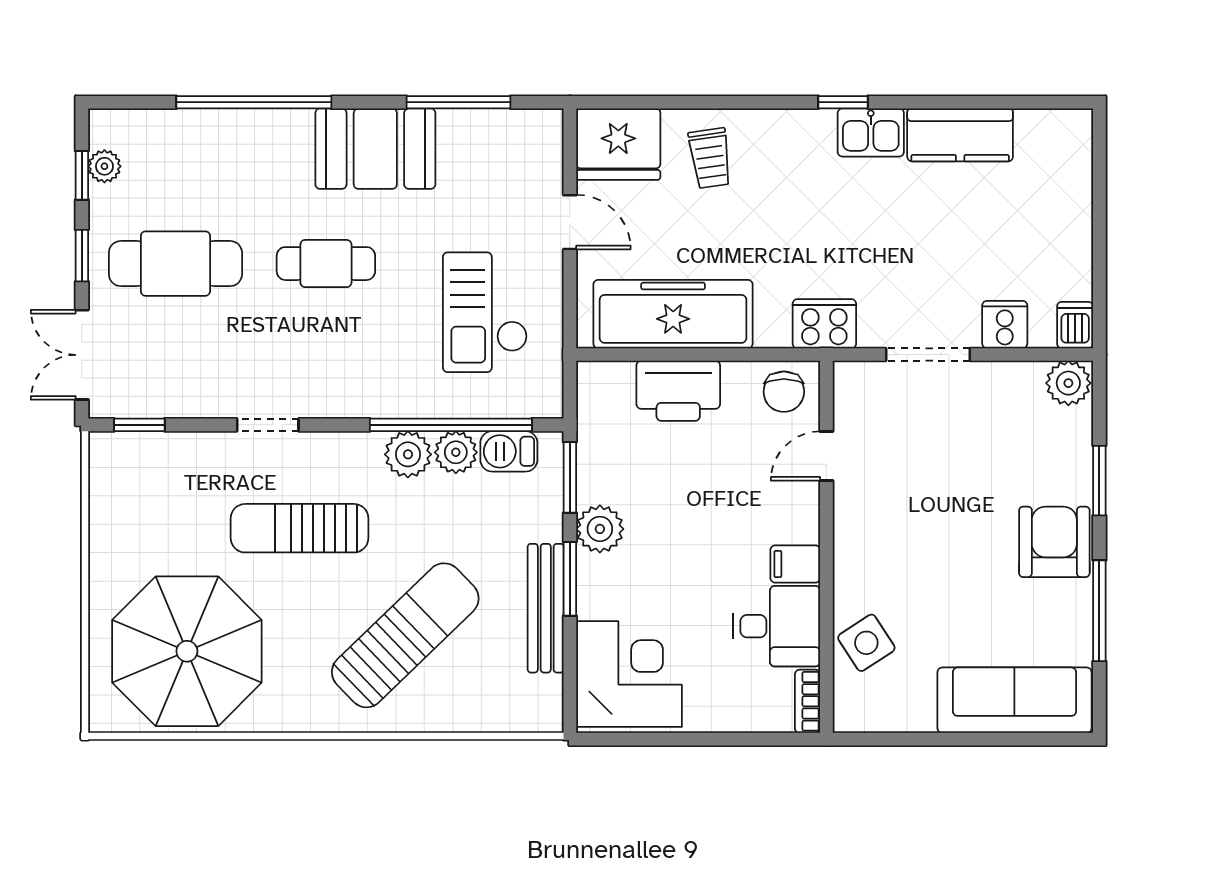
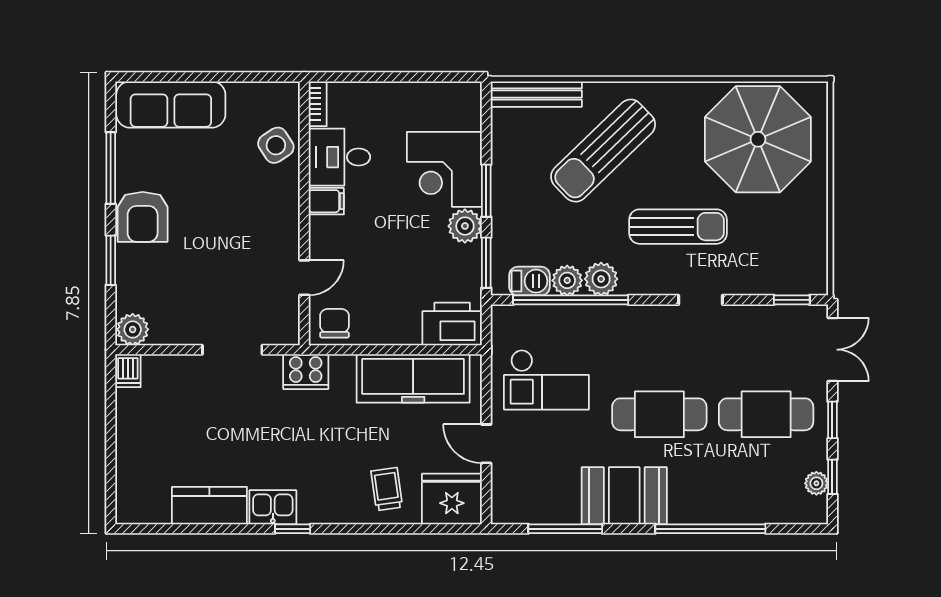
cafe table: (326, 264) -> (659, 414), width x1.37, depth x1.35
checkout: (485, 312) -> (546, 380), turned 90
cooker: (1005, 325) -> (178, 371), removed
printer: (678, 391) -> (452, 324), moved
bench: (546, 608) -> (536, 94), moved, turned 90
corner desk: (629, 674) -> (444, 169), moved

